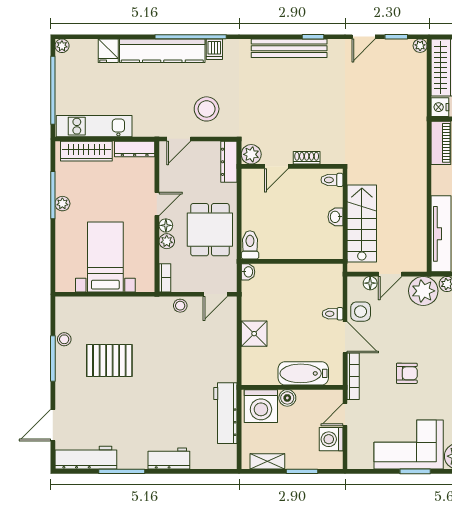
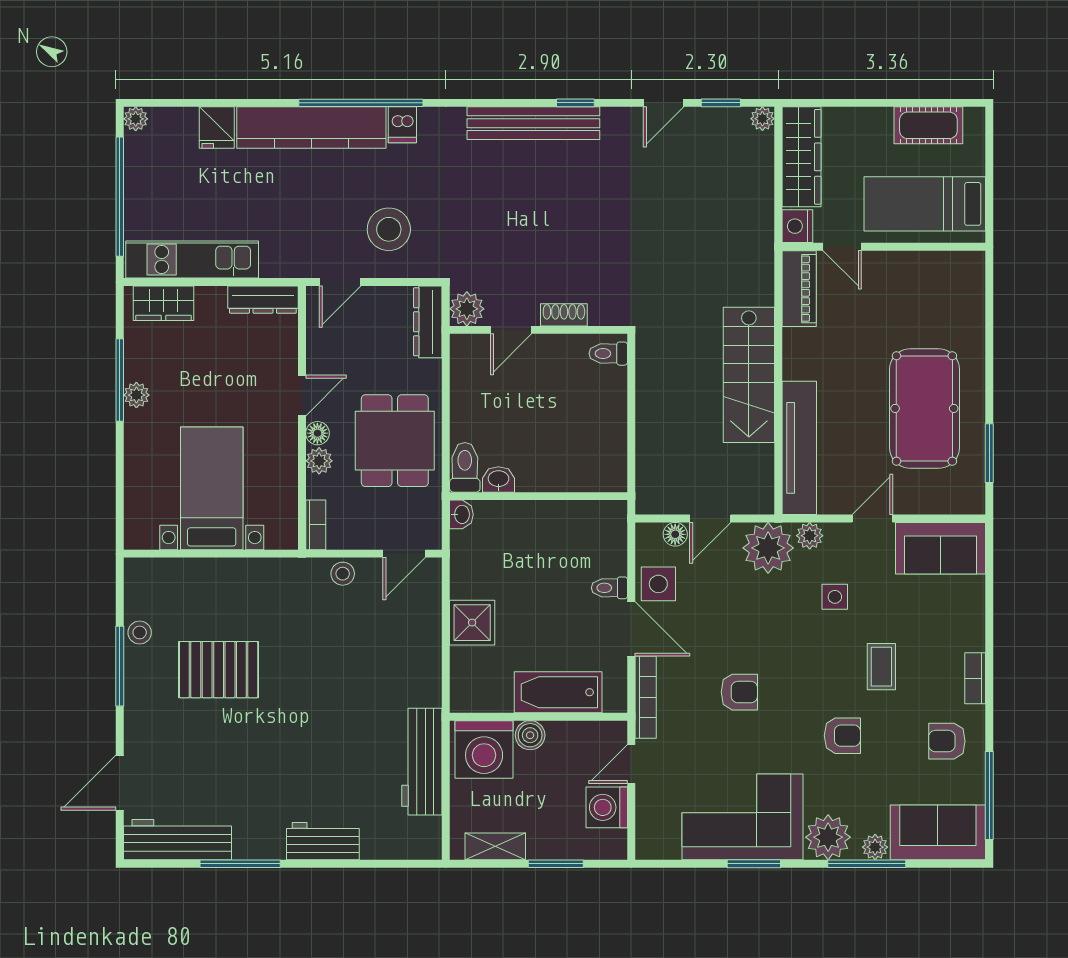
wardrobe: (86, 151) -> (163, 303), width x0.67
washbasin: (335, 217) -> (498, 479), moved, turned 90
stairs: (362, 224) -> (749, 375), moved, turned 180

